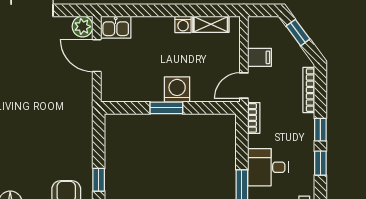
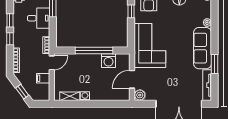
kitchen sink: (116, 27) -> (122, 95), removed
door: (97, 56) -> (132, 79), swing flipped
washing machine: (177, 90) -> (108, 61), moved
window: (166, 108) -> (94, 51), width x2.11
corner sofa: (64, 117) -> (150, 45), added

